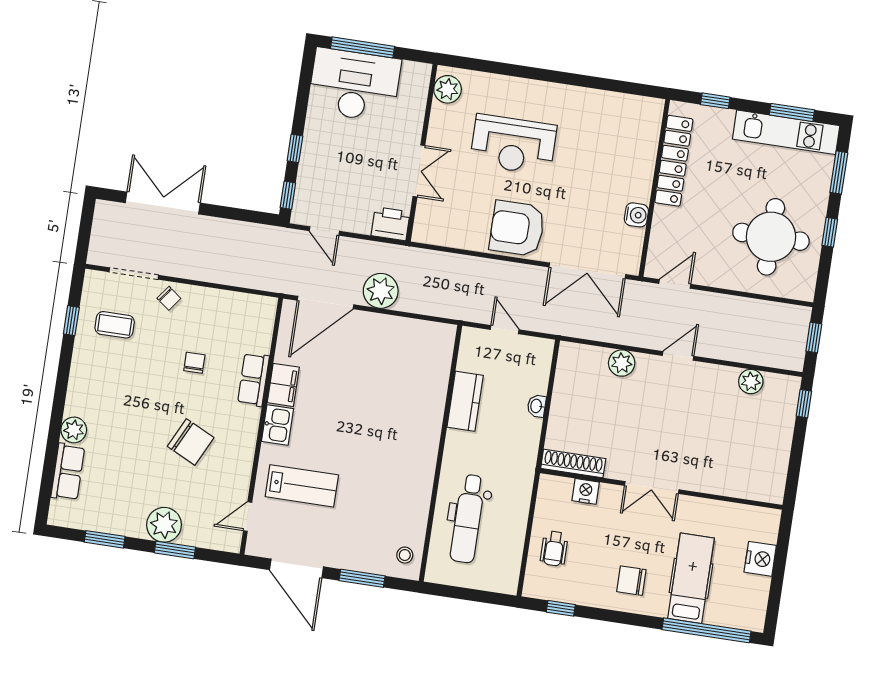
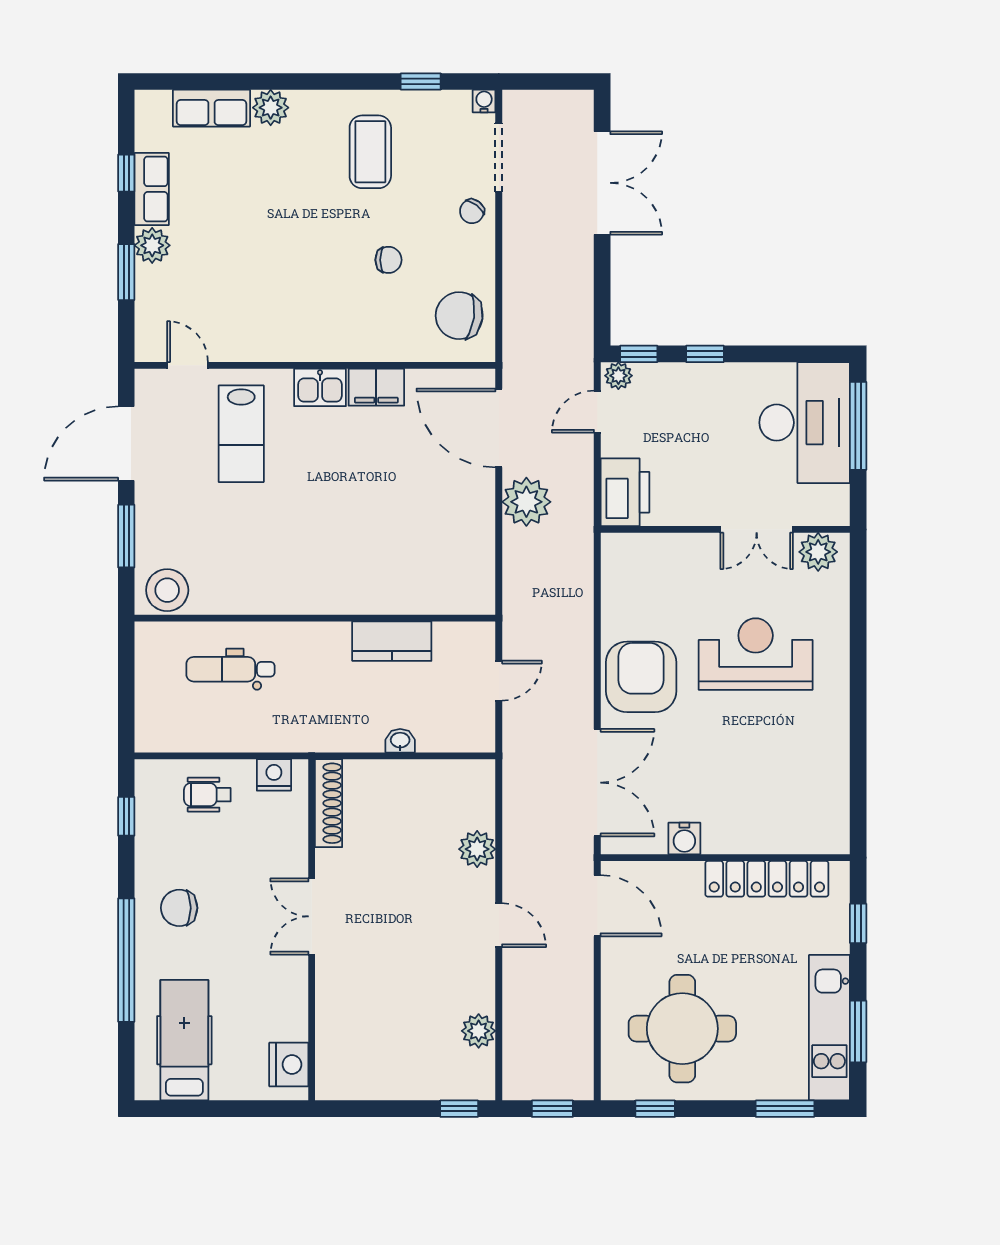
reception desk: (513, 145) -> (756, 654), turned 90
double door: (419, 171) -> (757, 529), moved
plant: (301, 212) -> (618, 376), added
printer: (391, 224) -> (625, 492), width x1.37, depth x1.19
window: (830, 232) -> (655, 1109), moved
double door: (587, 271) -> (597, 783), swing flipped
water cooler: (92, 278) -> (484, 101), added
door: (675, 284) -> (597, 906), width x1.38
coffee table: (115, 325) -> (370, 152), moved, width x1.36, depth x1.30
row of seats: (253, 380) -> (152, 189), moved, turned 90
chair: (191, 442) -> (459, 316), moved, turned 72
nightstand: (586, 491) -> (274, 775), moved, turned -90
dental chair: (468, 519) -> (230, 669), width x0.73, depth x0.72
plant: (164, 525) -> (152, 245), width x0.73, depth x0.73
window: (105, 539) -> (126, 173), width x0.67
stool: (405, 555) -> (167, 590), width x1.89, depth x1.89
nightstand: (760, 559) -> (289, 1065), moved, turned -90
hospital bed: (691, 578) -> (184, 1040), moved, turned -90
chair: (631, 581) -> (179, 908), turned -90
window: (706, 630) -> (126, 960), moved

